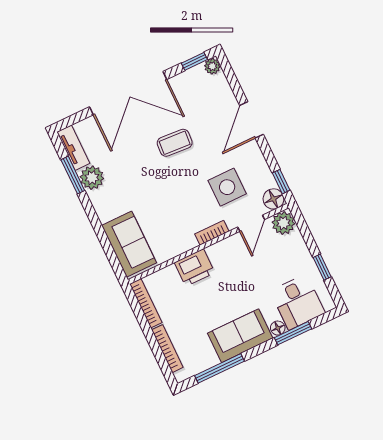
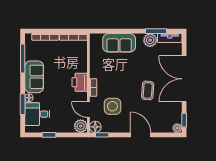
sofa: (129, 244) -> (119, 43), moved
printer: (195, 268) -> (80, 82), moved

